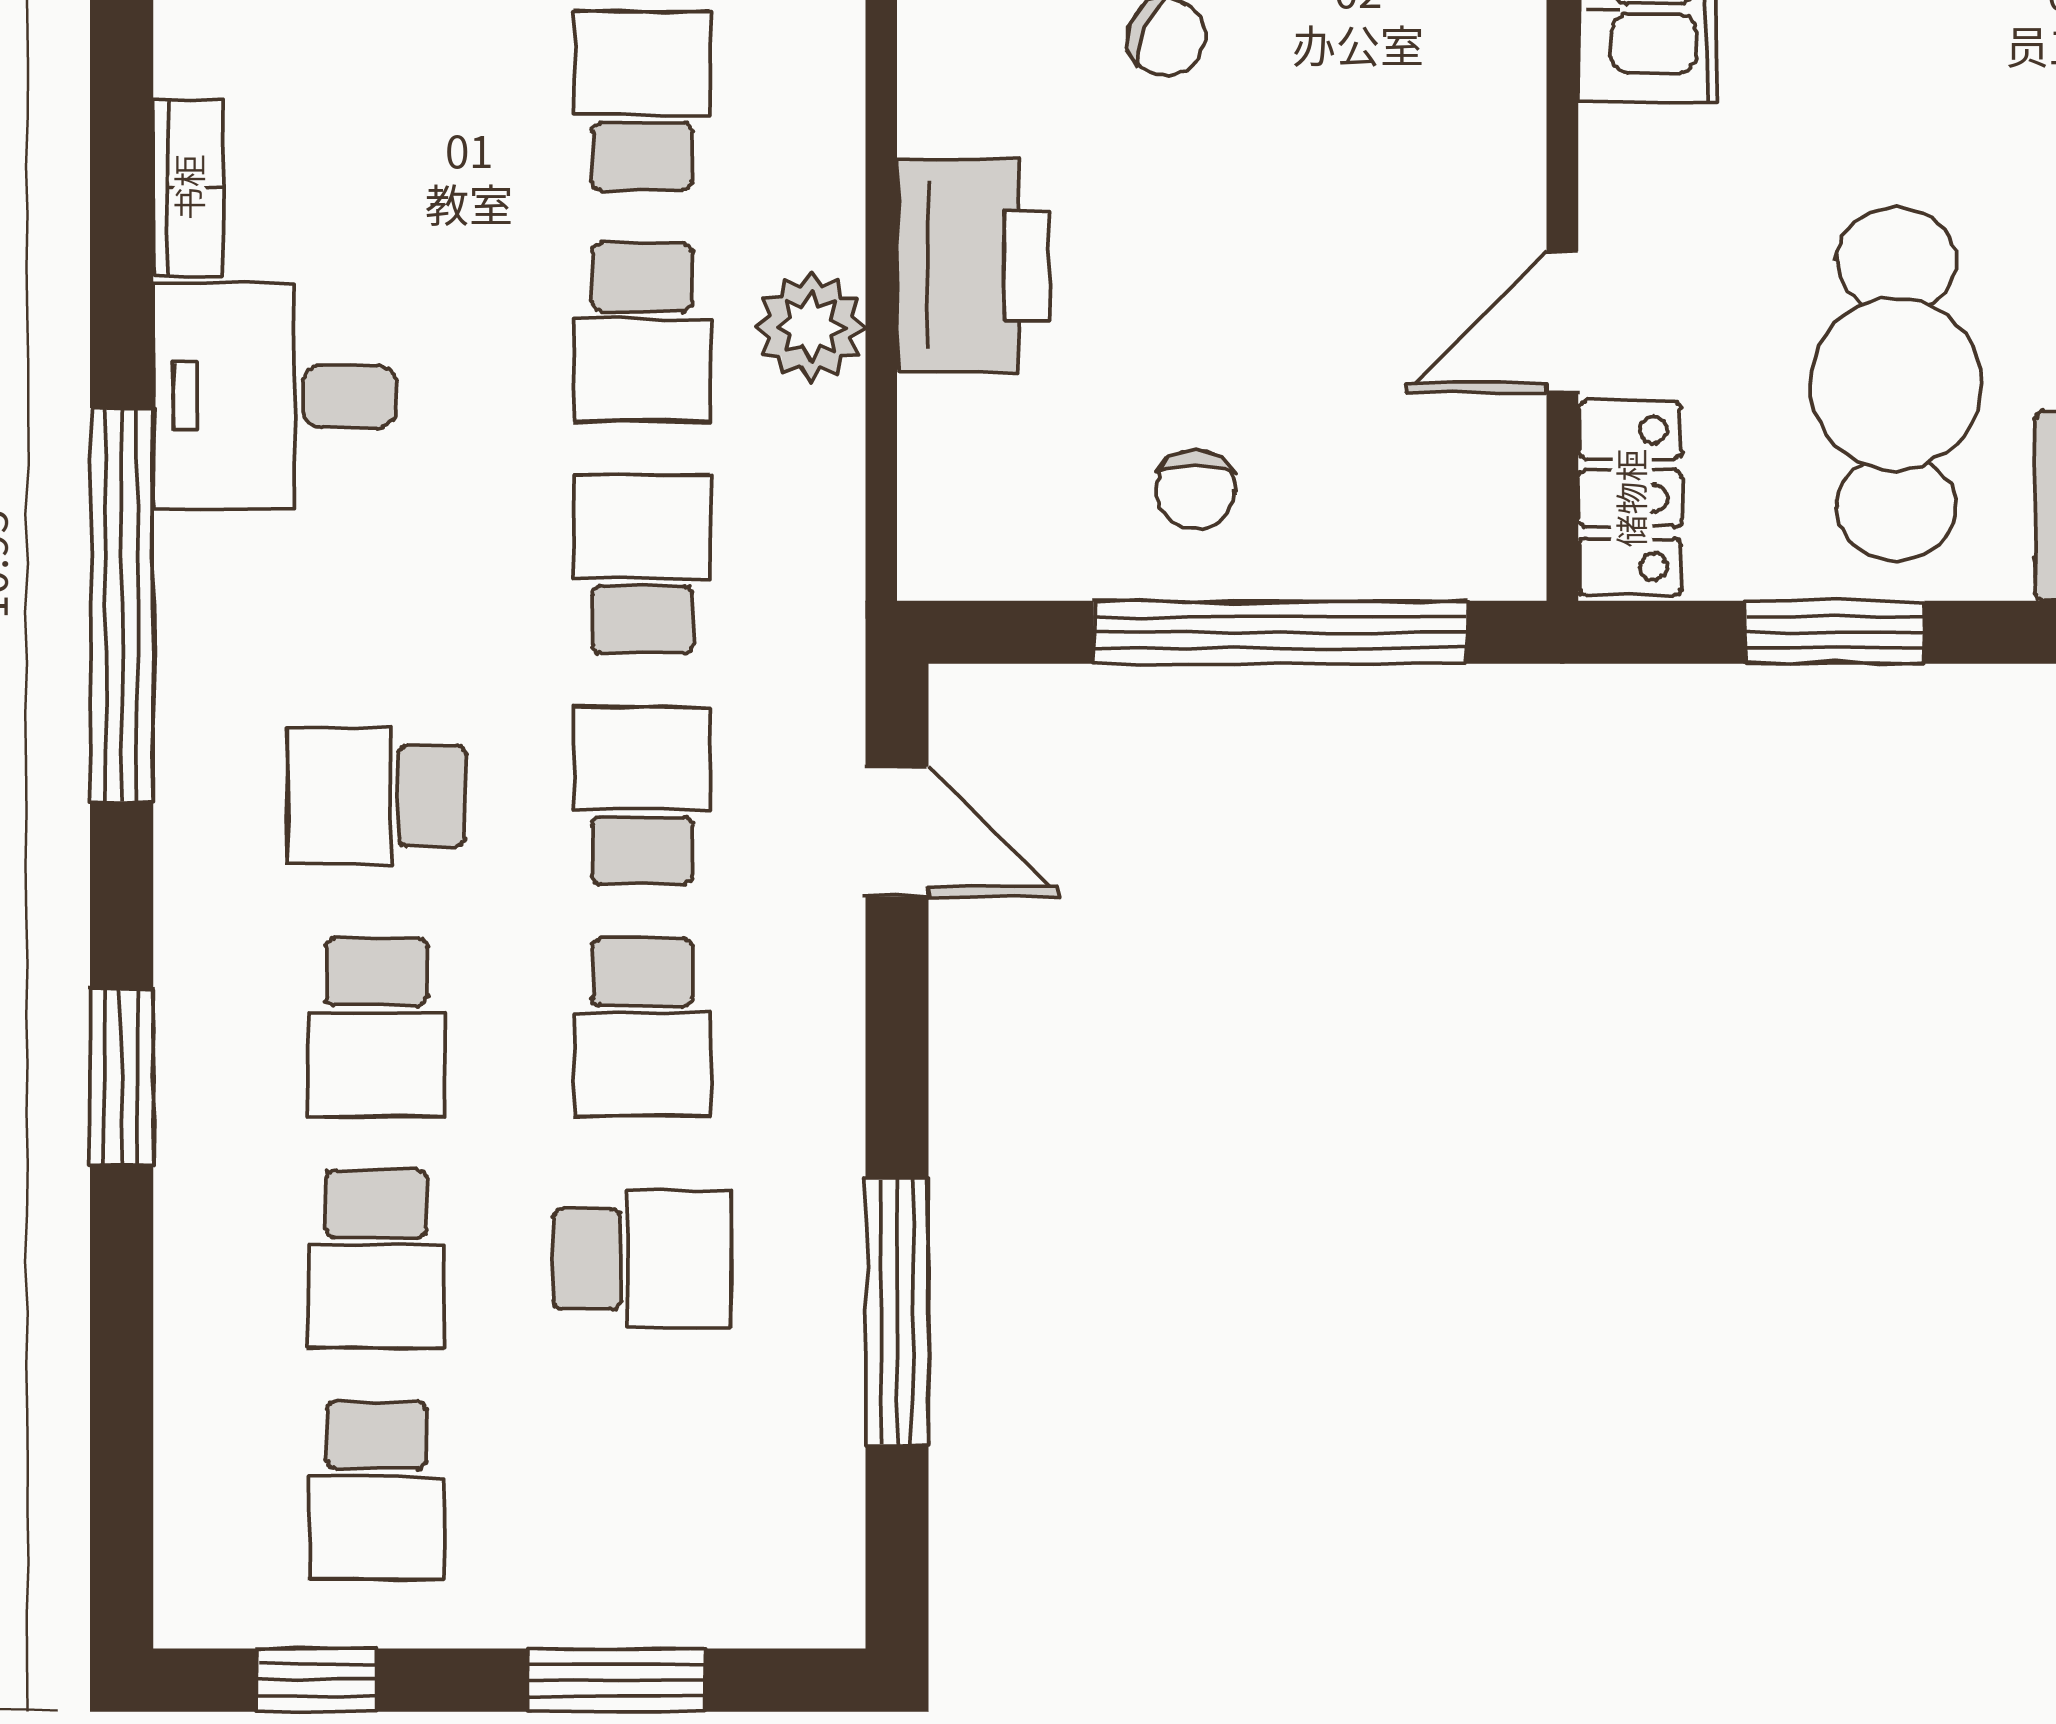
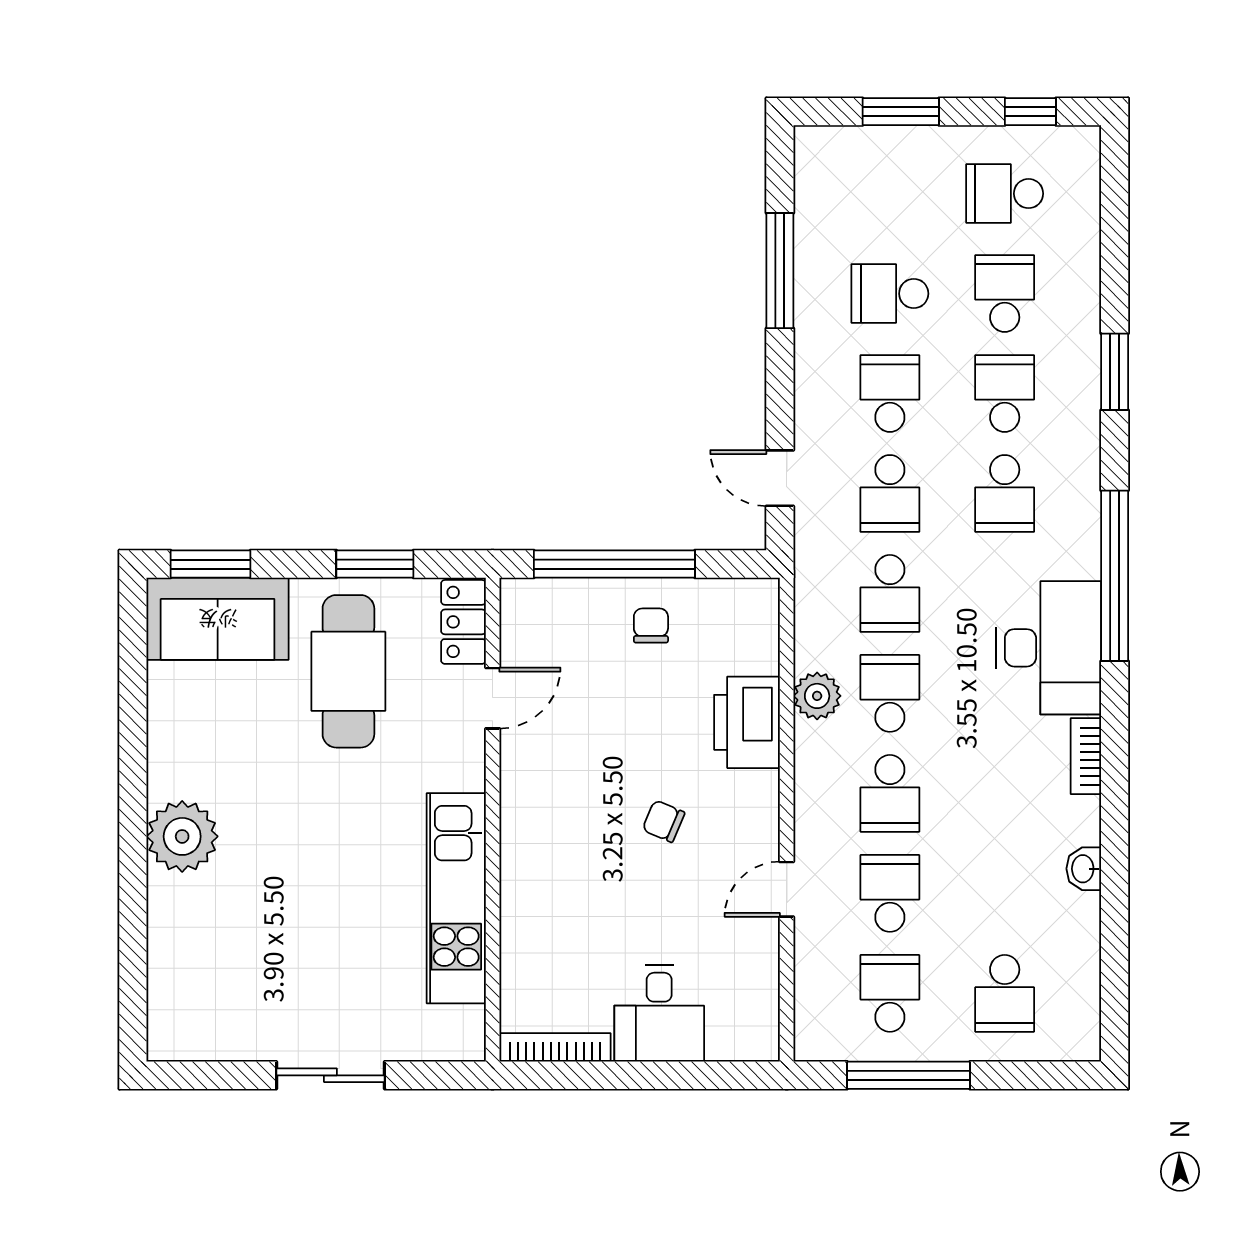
desk: (274, 396) -> (1049, 648), width x1.37
school desk: (376, 796) -> (1005, 493), turned 90
school desk: (376, 1490) -> (1005, 194), turned -90

